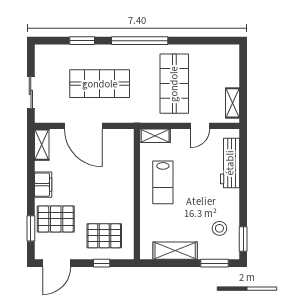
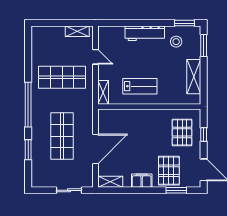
workbench: (230, 163) -> (145, 33), moved

